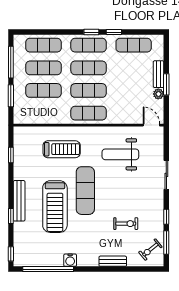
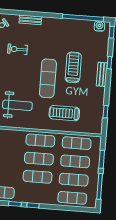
exercise mat: (89, 45) -> (77, 143), moved
bench: (19, 201) -> (102, 74), width x0.73
treadmill: (55, 207) -> (73, 67), width x0.73, depth x0.73
water cooler: (70, 260) -> (99, 26), moved

